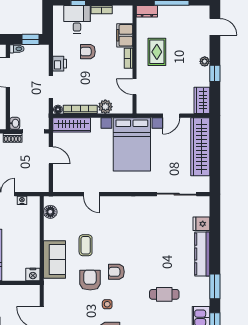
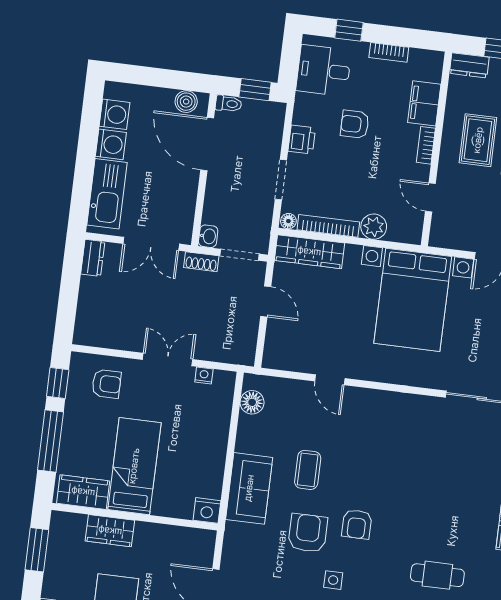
desk: (77, 19) -> (324, 70), moved, turned -90
armchair: (116, 272) -> (357, 524), turned -90

